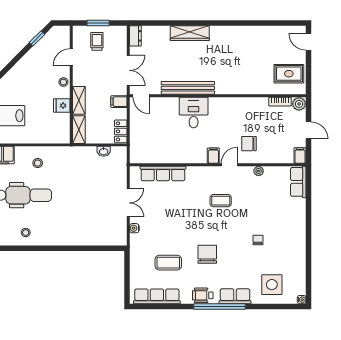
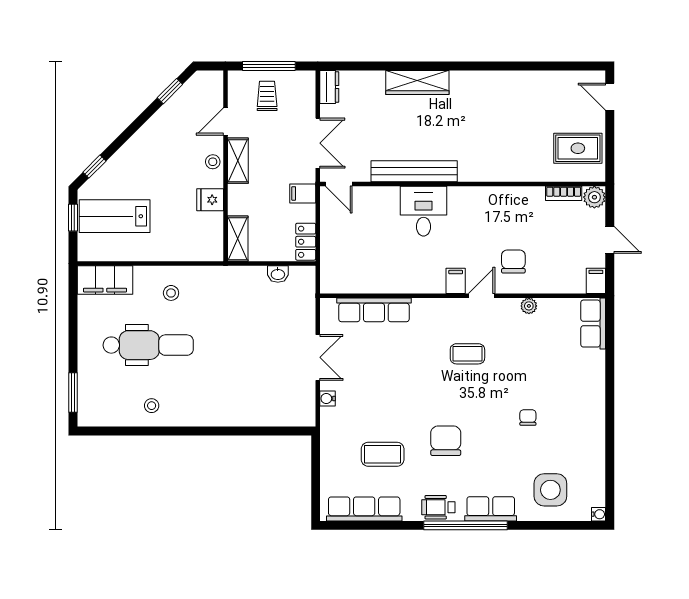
window: (98, 23) -> (269, 66), width x1.44
shelving: (79, 100) -> (238, 161), moved
chair: (249, 144) -> (513, 261), turned 90

